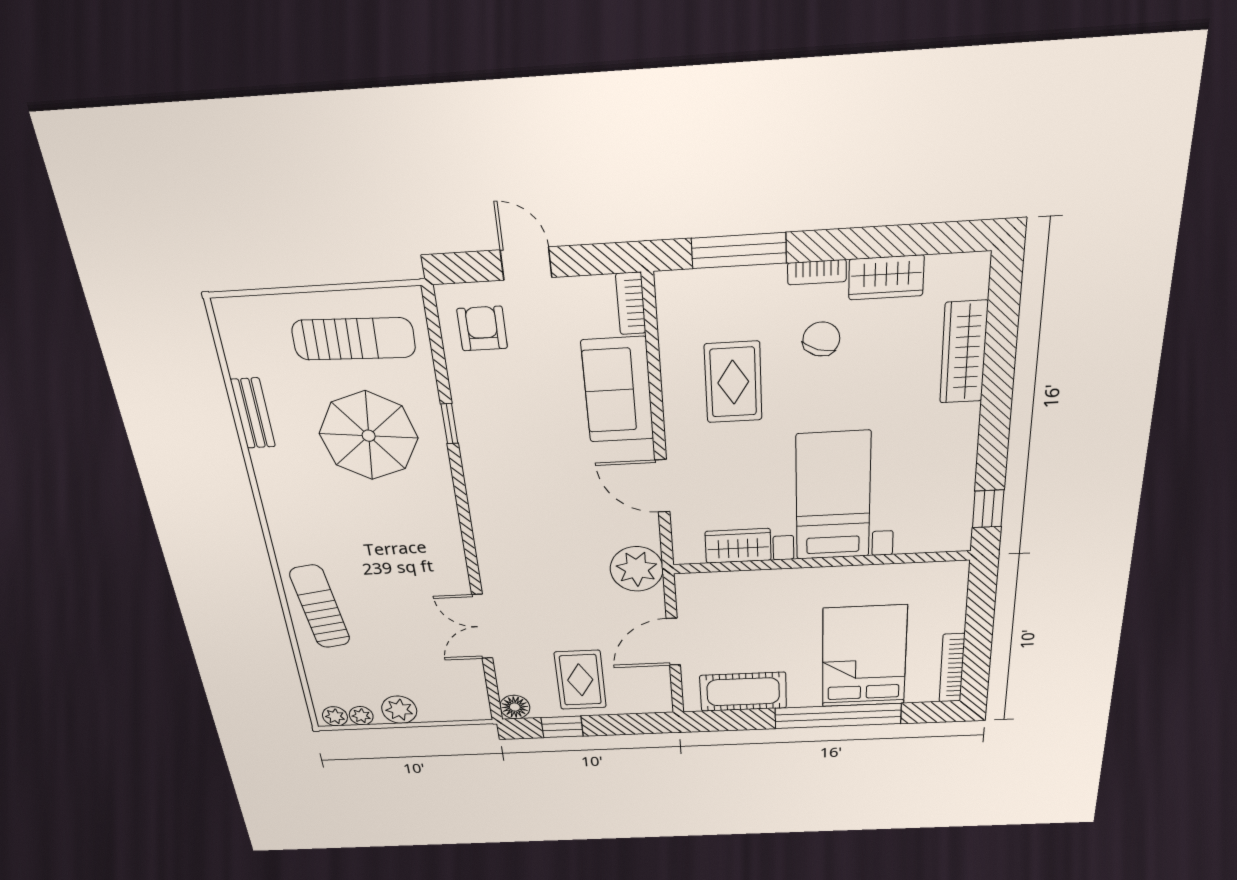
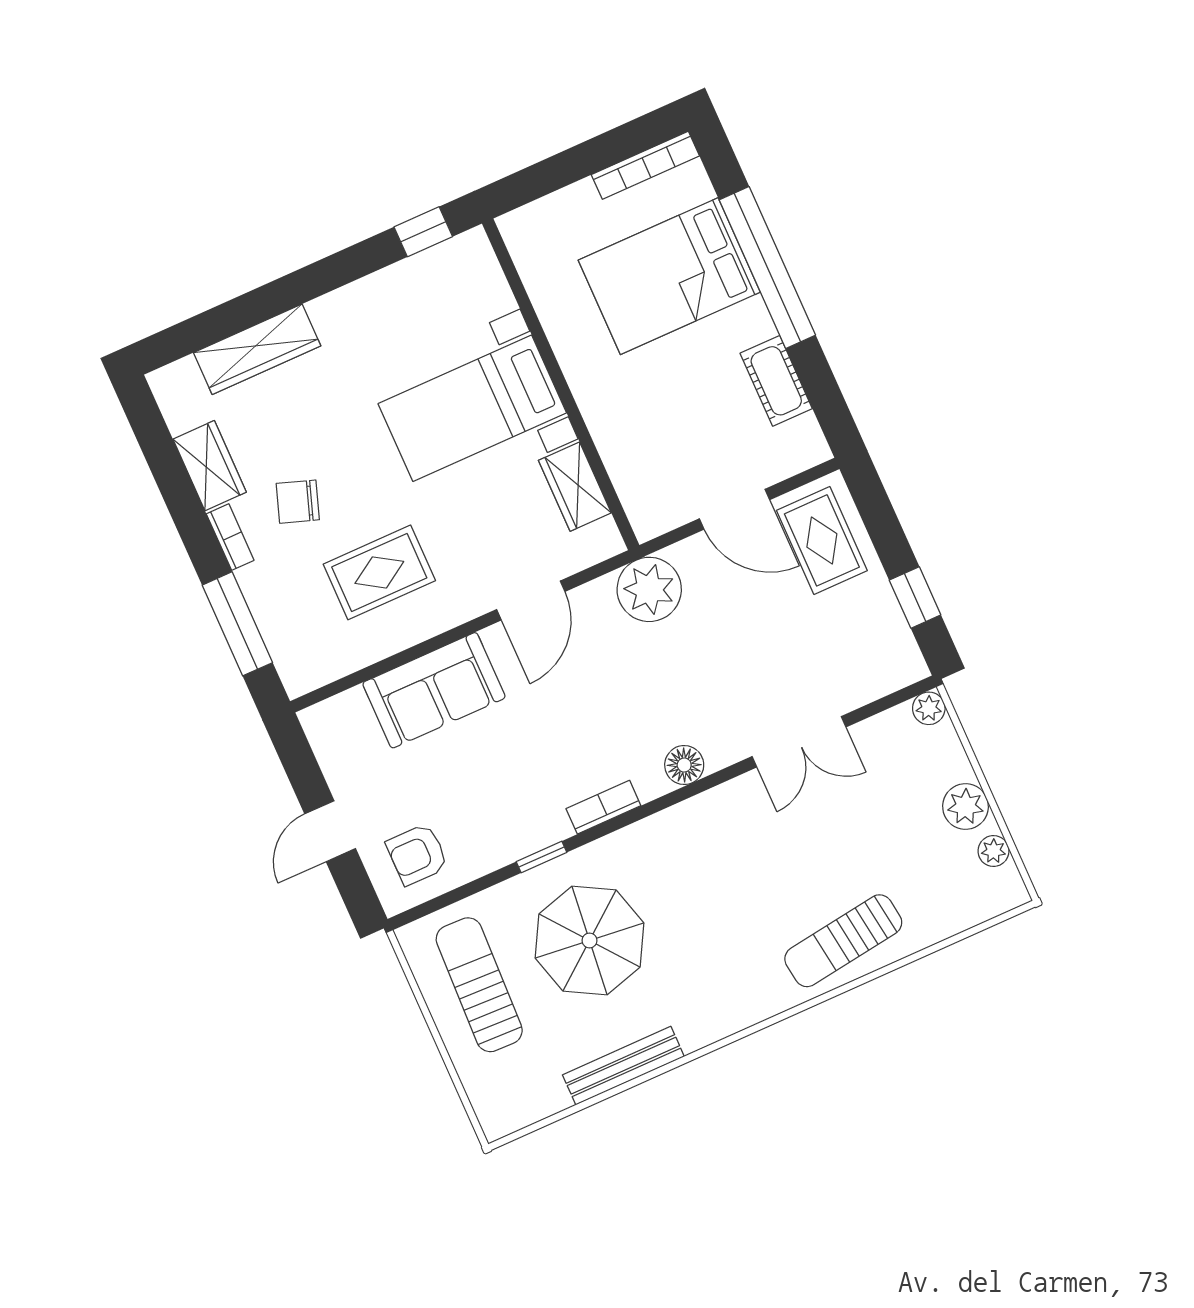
bookcase: (631, 303) -> (603, 807), moved, turned 180
bench: (253, 413) -> (623, 1066), width x1.36
rug: (580, 680) -> (822, 540), moved, turned 90
cot: (743, 692) -> (776, 381), width x0.73, depth x0.75
floor lamp: (515, 707) -> (684, 765), moved
plant: (335, 716) -> (929, 708), moved

